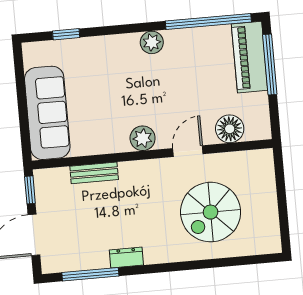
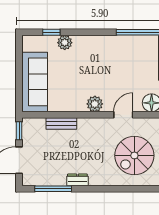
plant: (152, 42) -> (65, 43), moved

